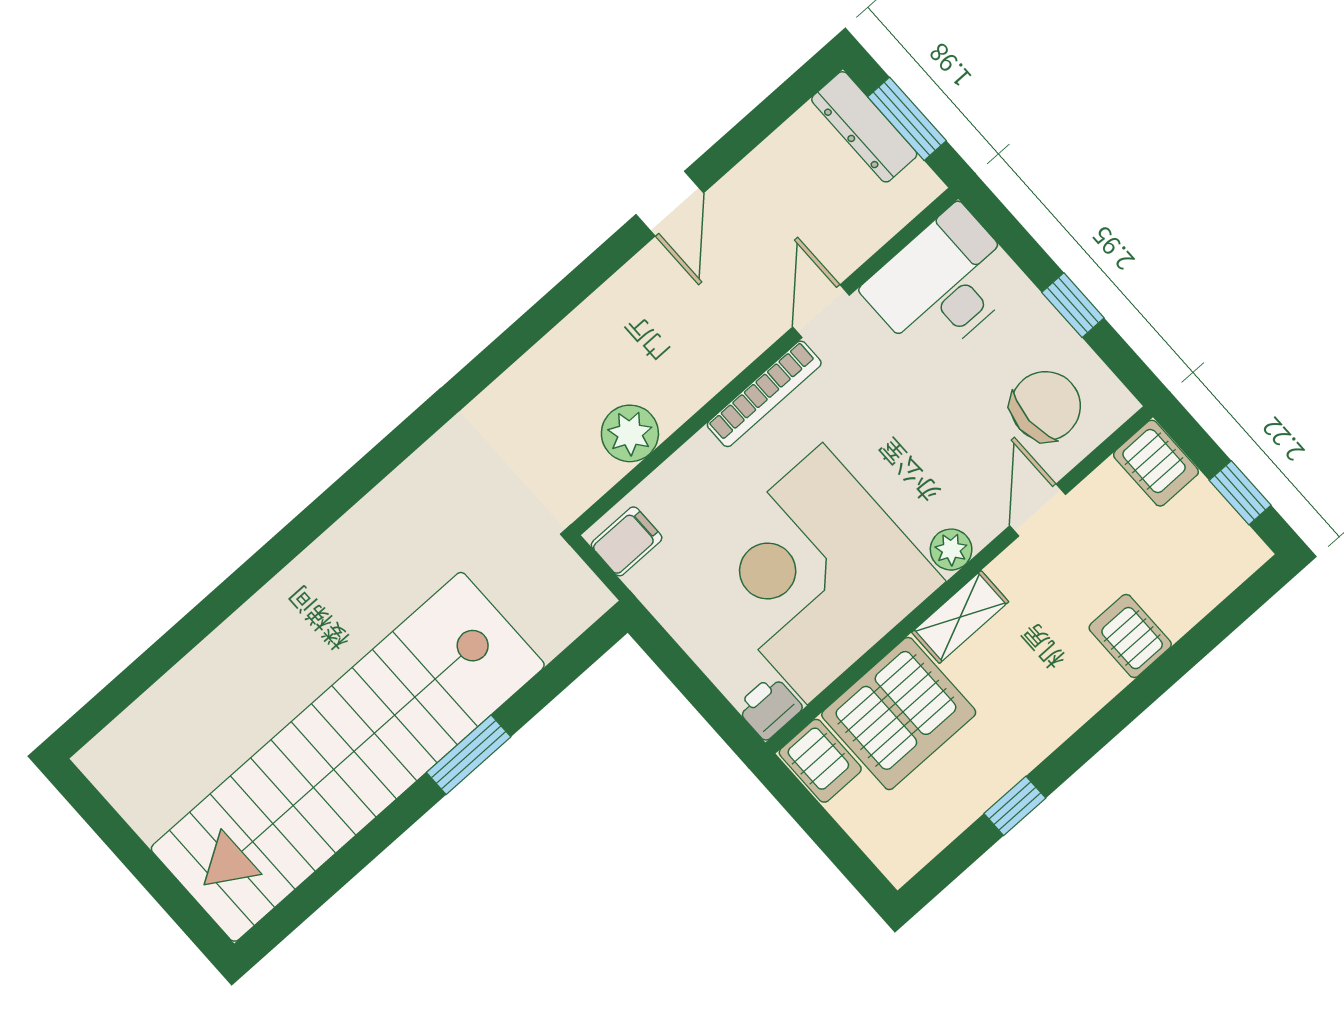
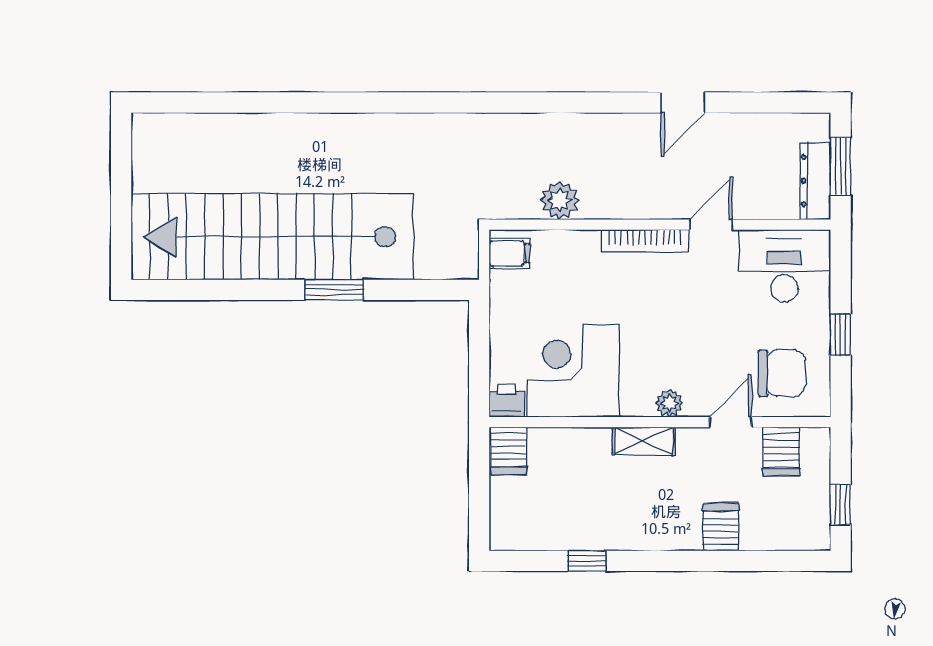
dresser: (864, 127) -> (815, 181), moved
server rack: (1156, 463) -> (781, 452), moved
corner desk: (815, 574) -> (573, 371), width x0.74, depth x0.74
server rack: (899, 714) -> (569, 462), removed

